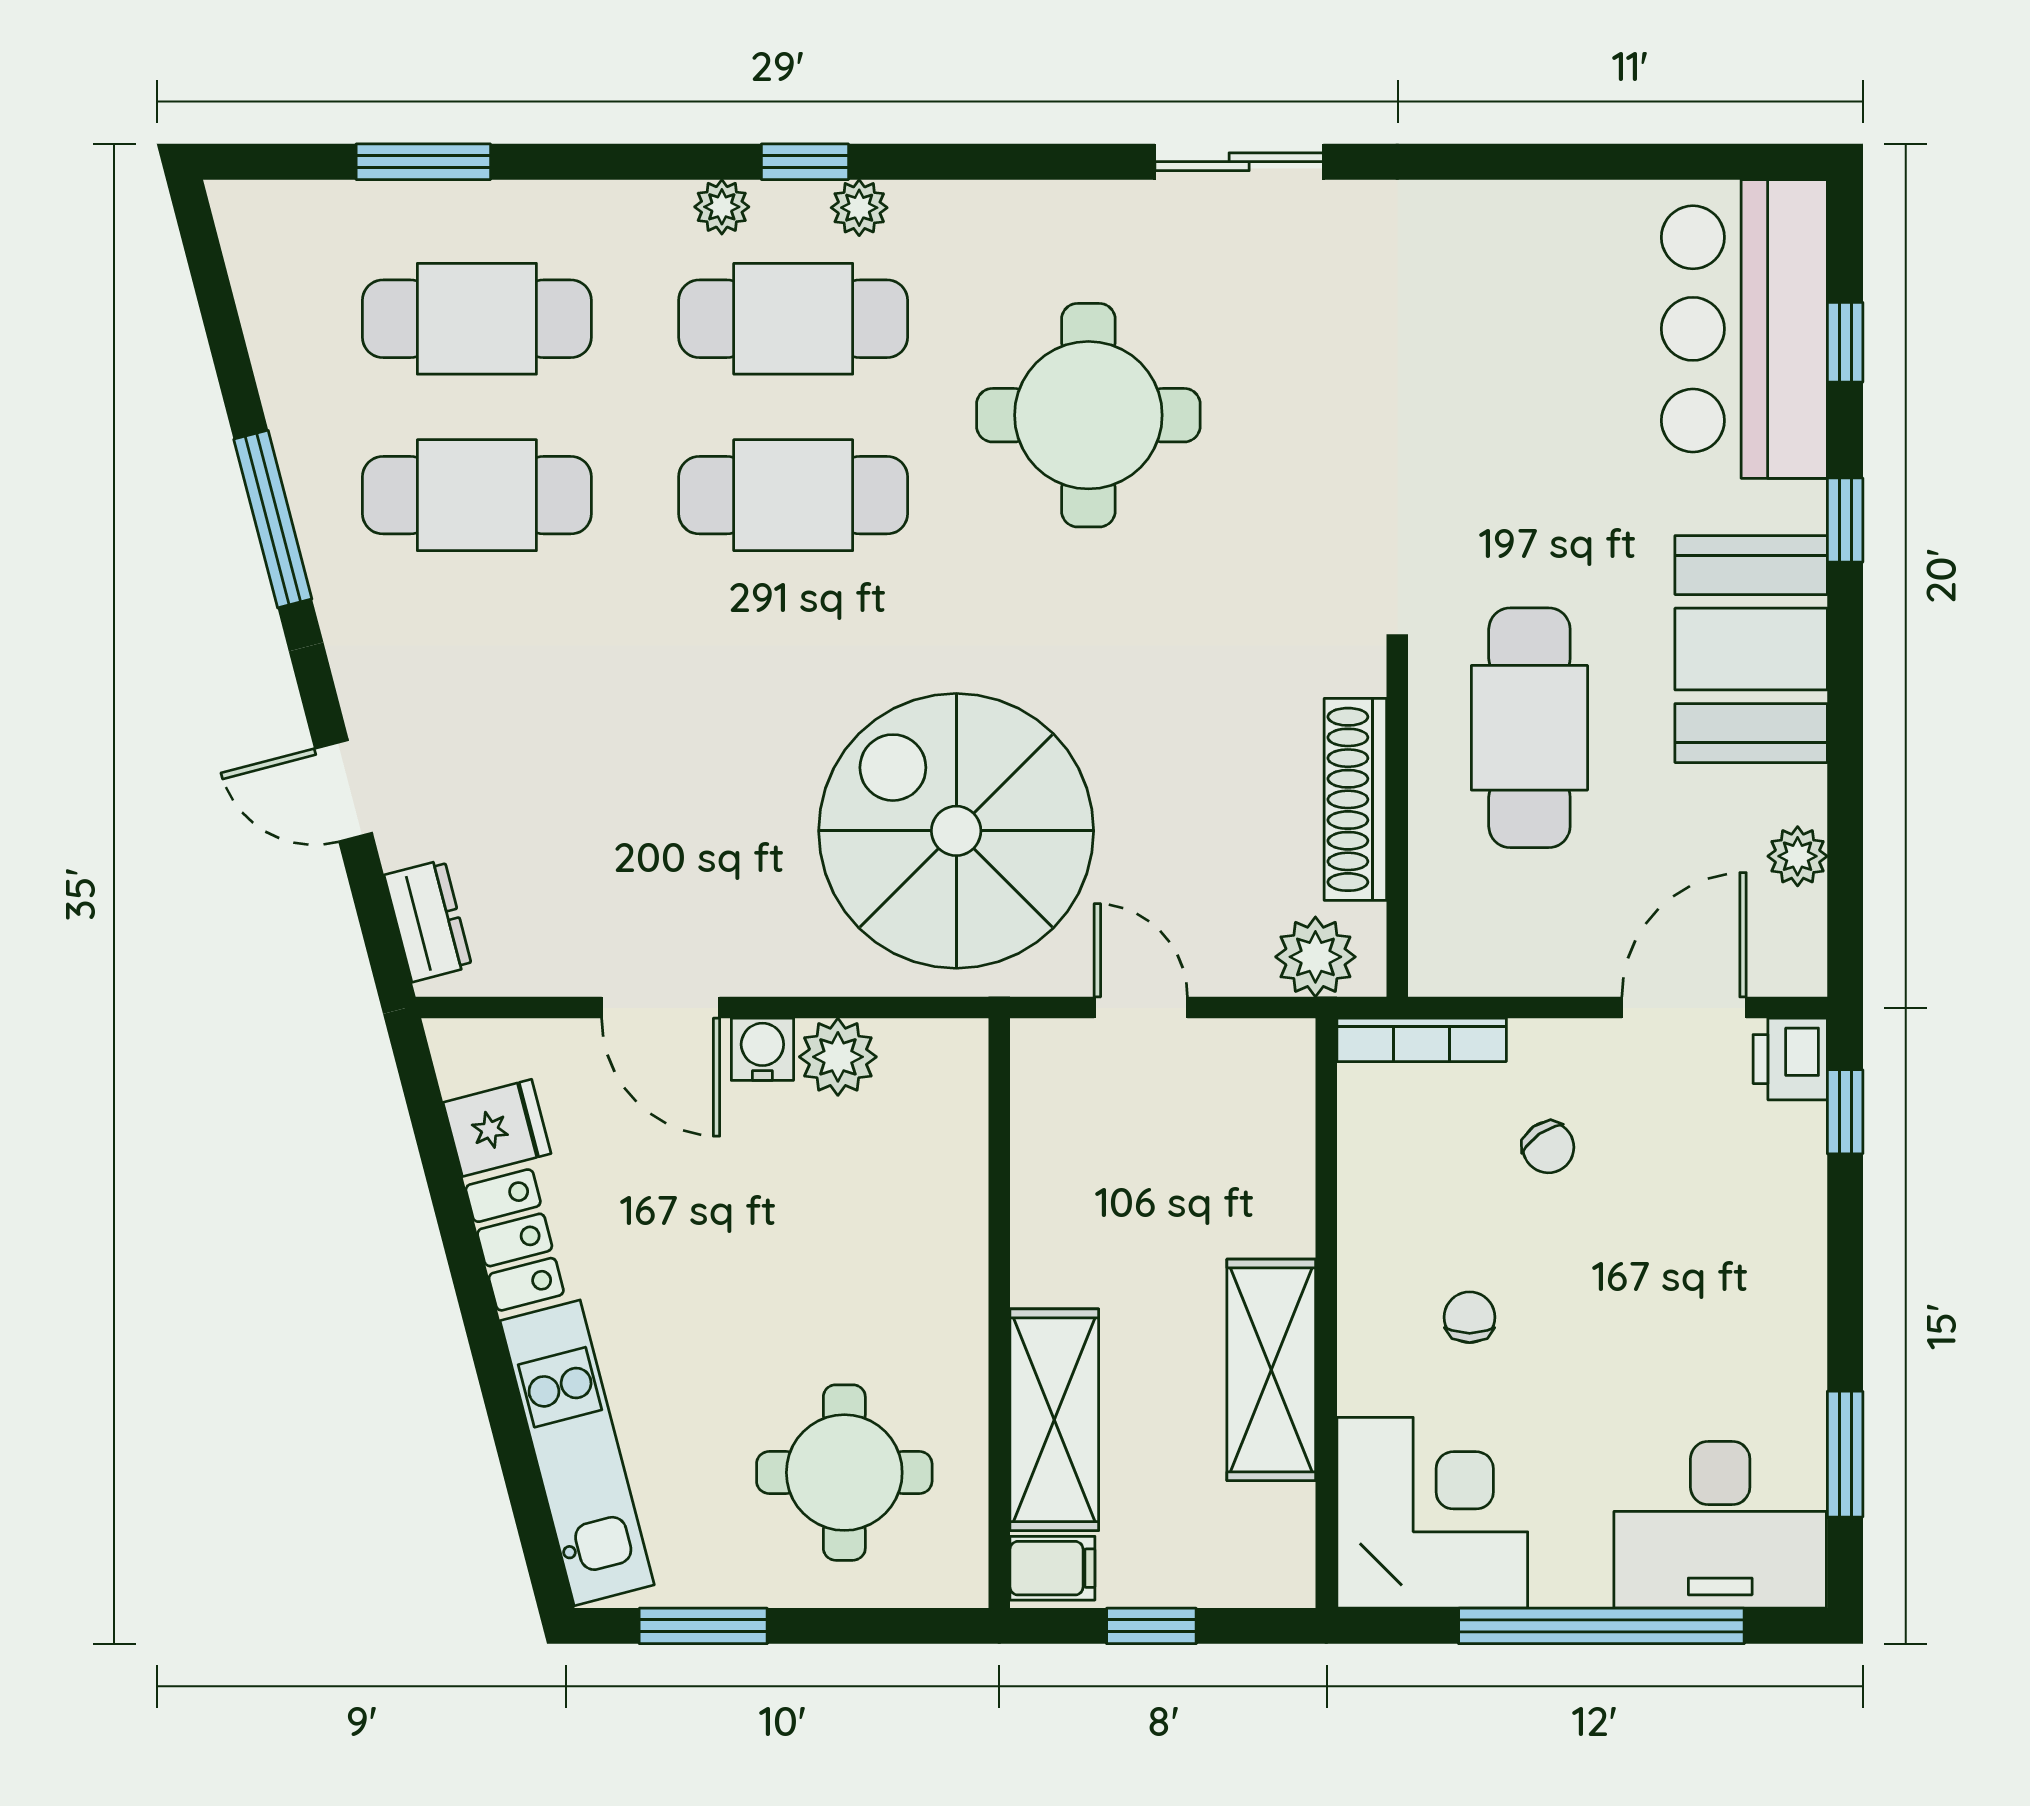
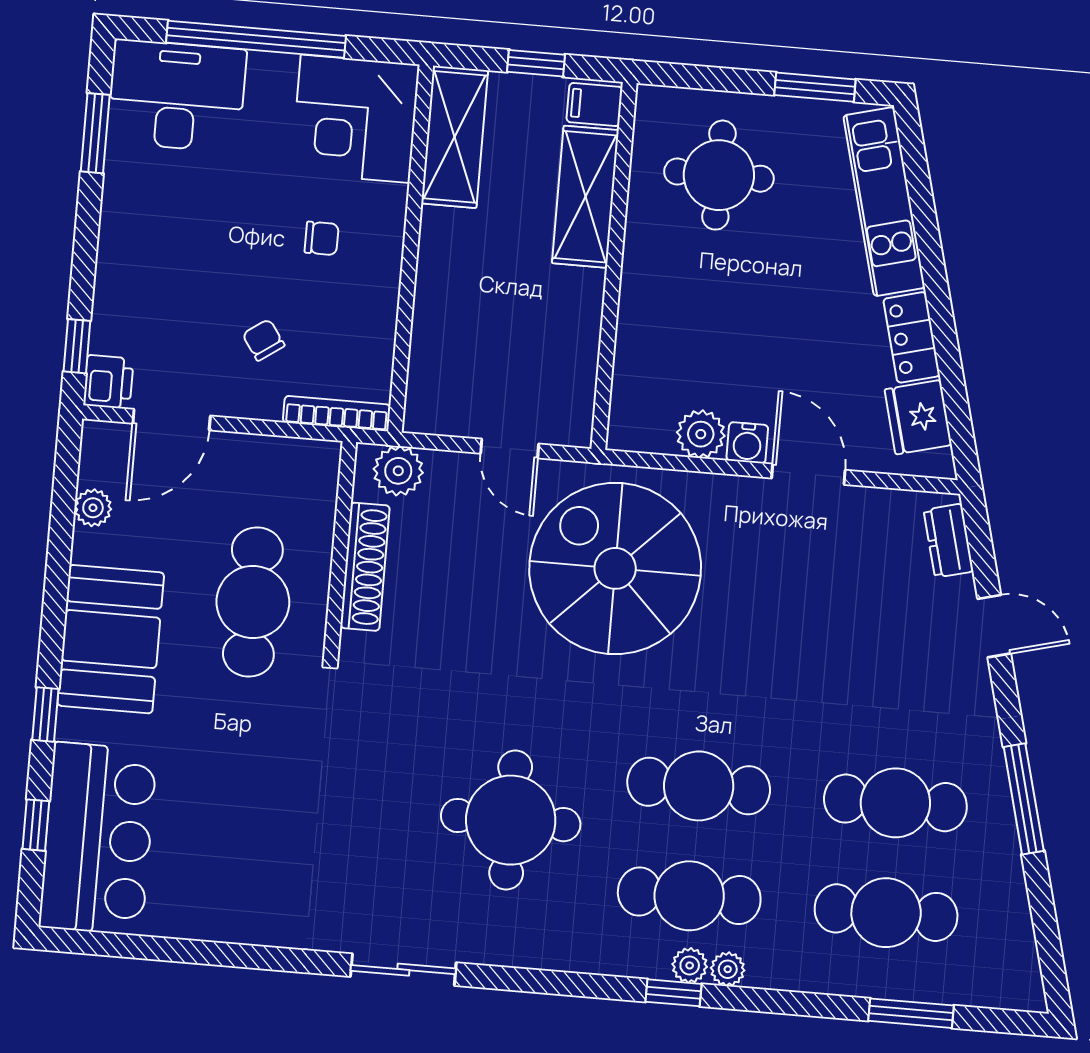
plant: (859, 208) -> (690, 965), moved
spiral stairs: (956, 831) -> (615, 568), turned 180
fridge: (497, 1128) -> (918, 417), width x1.38
chair: (1470, 1317) -> (322, 238), turned -90
shelving: (1271, 1370) -> (455, 137), moved

